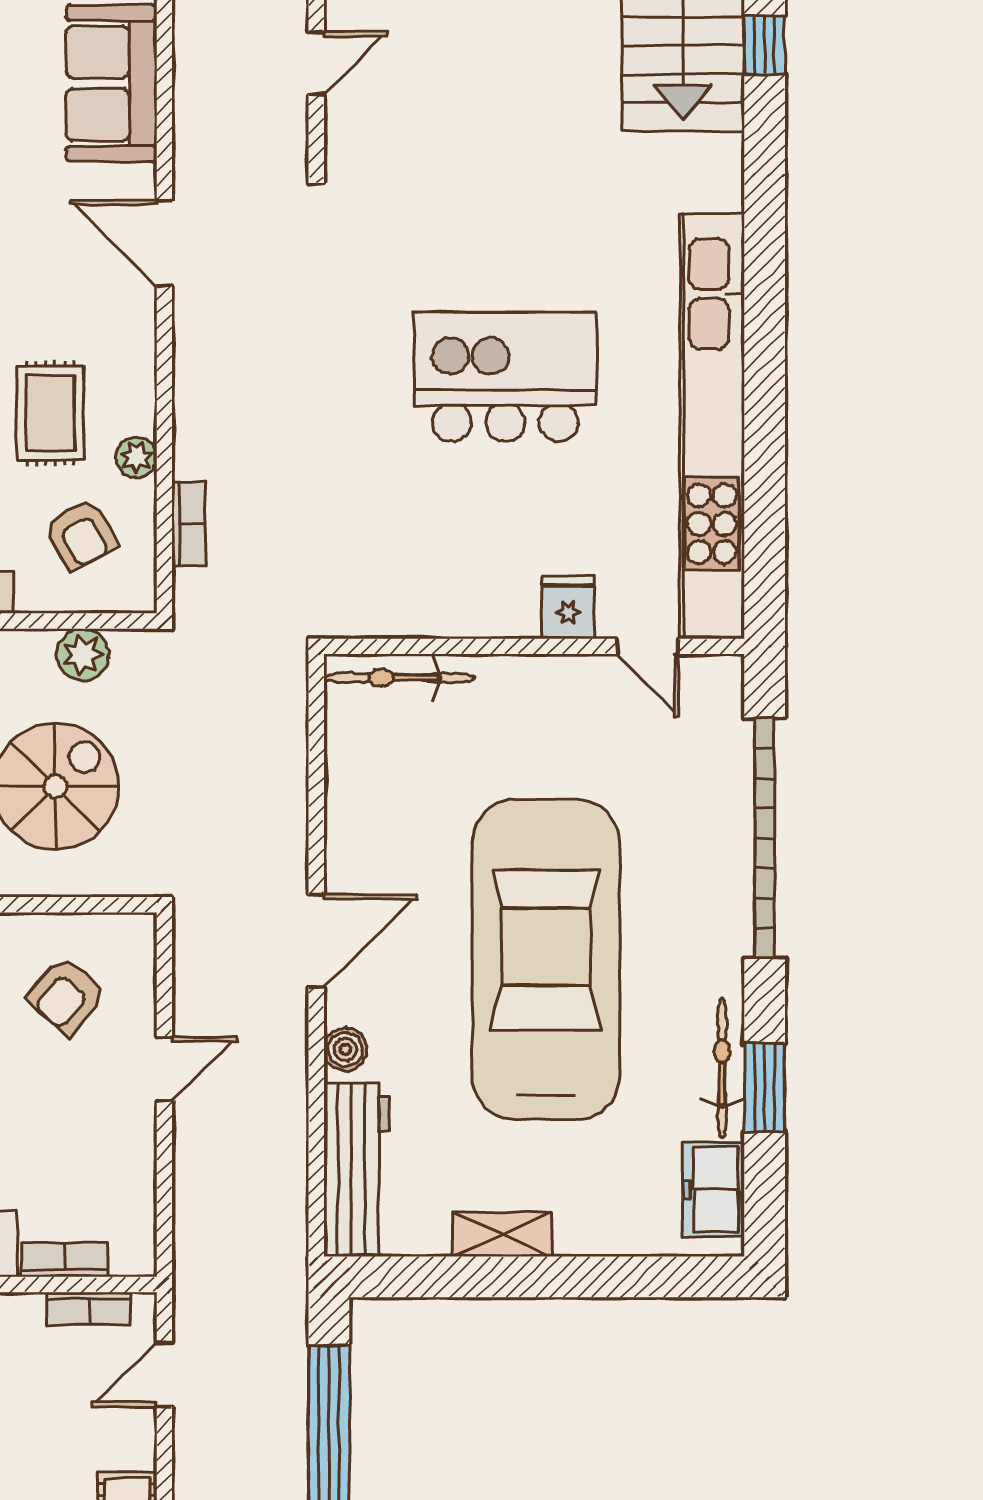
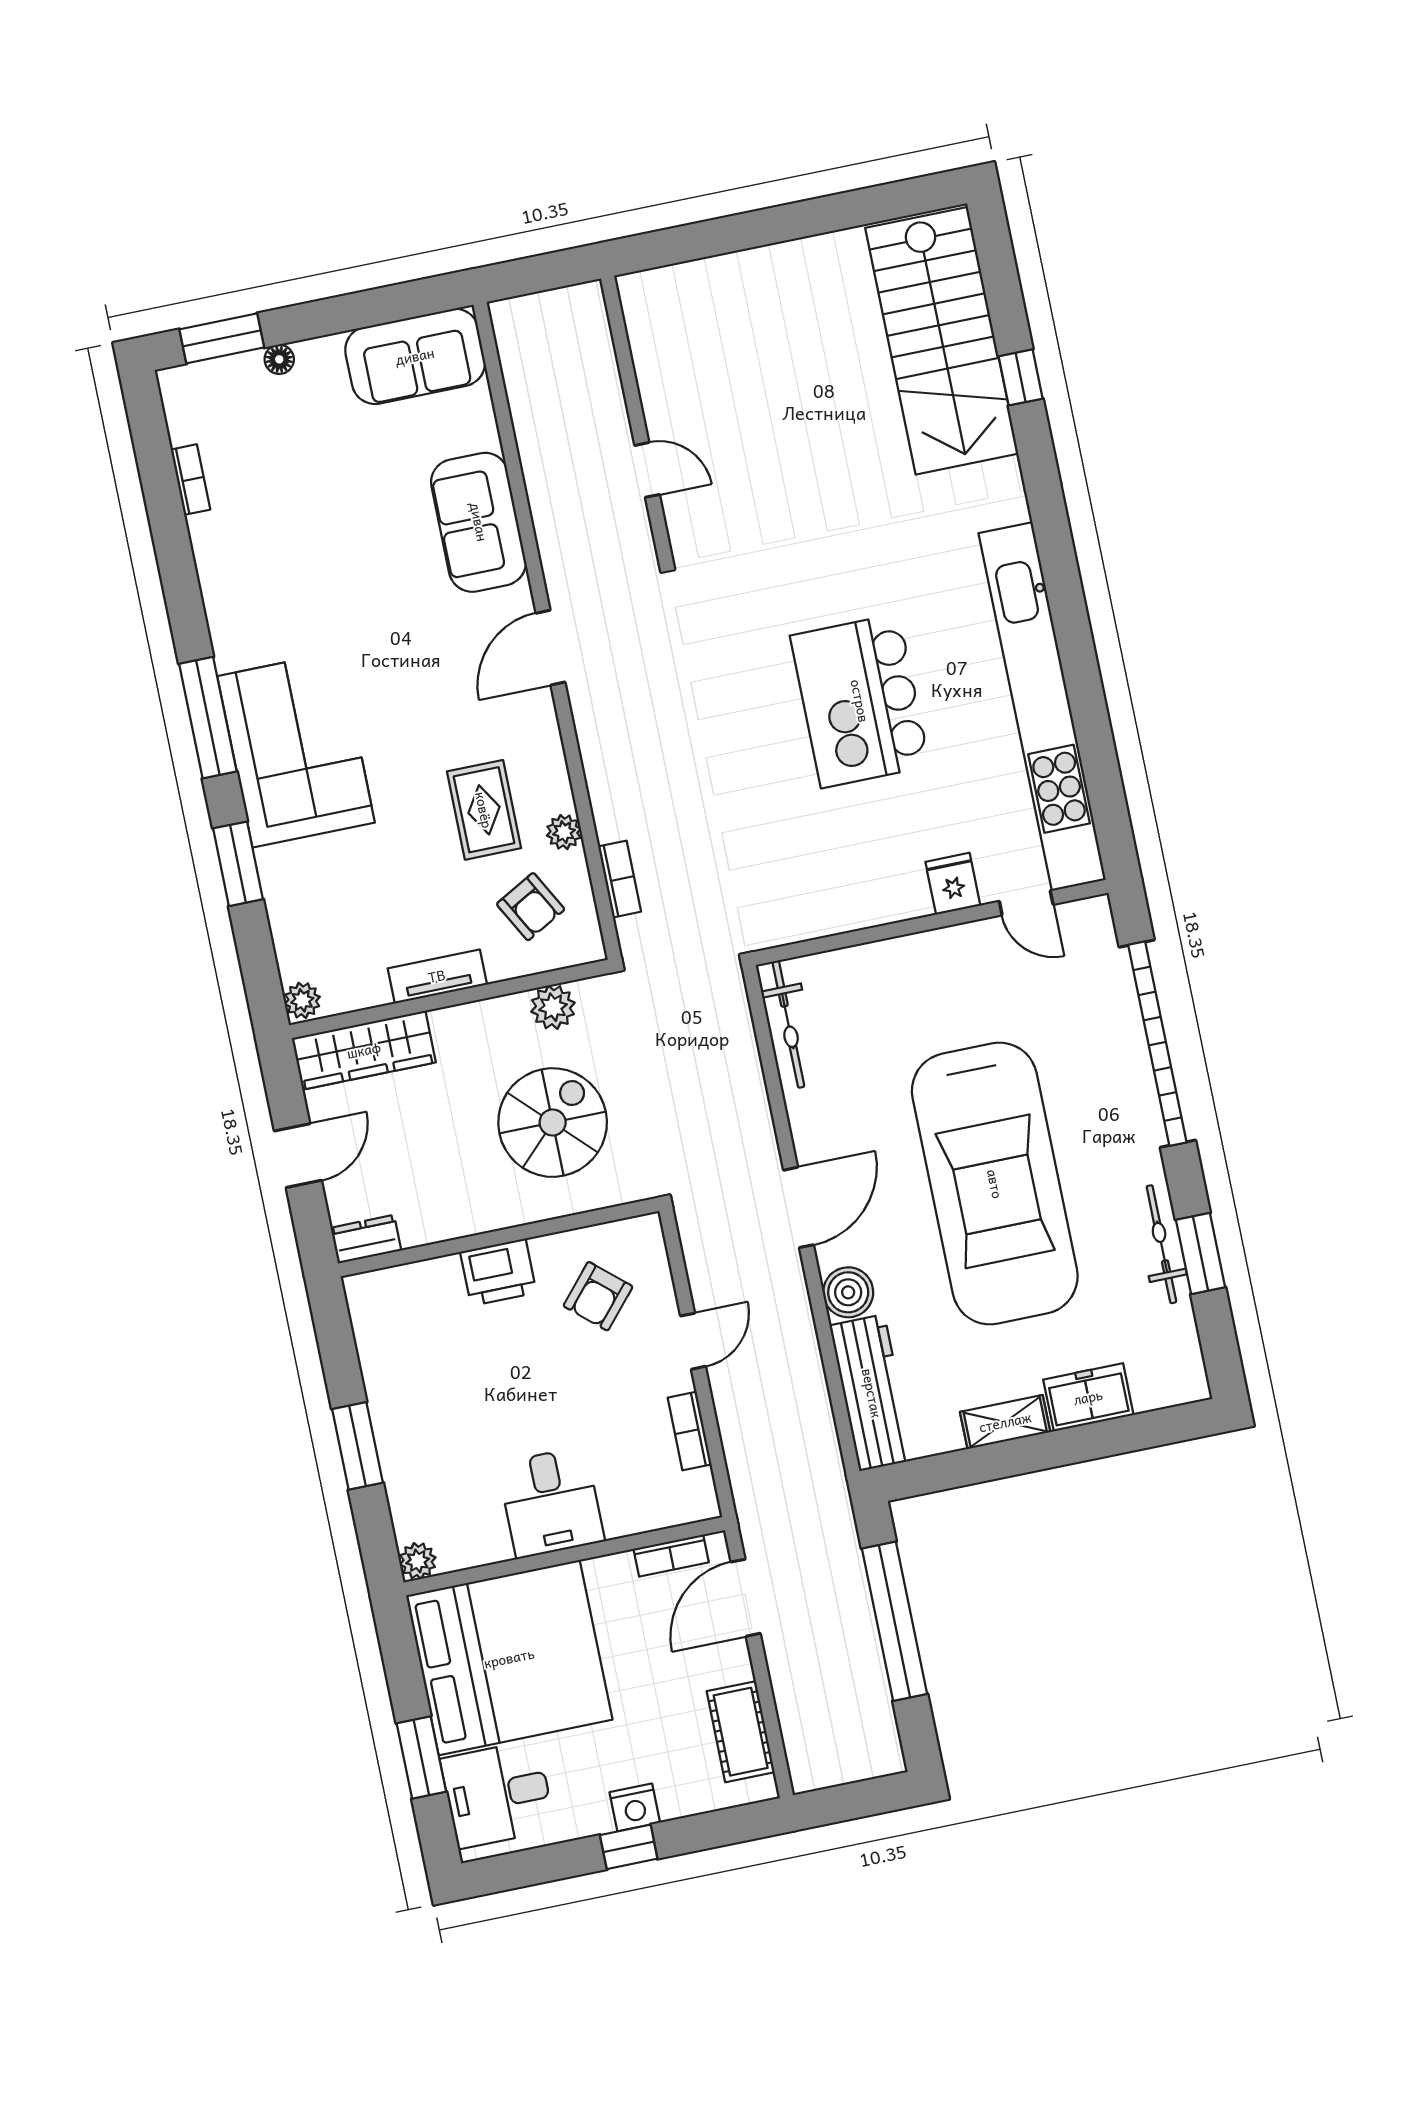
door: (316, 63) -> (647, 470), hinge flipped
door: (164, 243) -> (551, 648), hinge flipped
kitchen island: (505, 377) -> (860, 701), turned -90
bicycle: (399, 678) -> (788, 1024), moved, turned -90
car: (546, 960) -> (995, 1184), turned 180
boiler: (345, 1050) -> (848, 1292), width x1.36, depth x1.36
freezer: (713, 1189) -> (1088, 1397), moved, turned 90
bookcase: (65, 1260) -> (690, 1431), moved, turned -90
door: (164, 1374) -> (746, 1598), width x1.38

